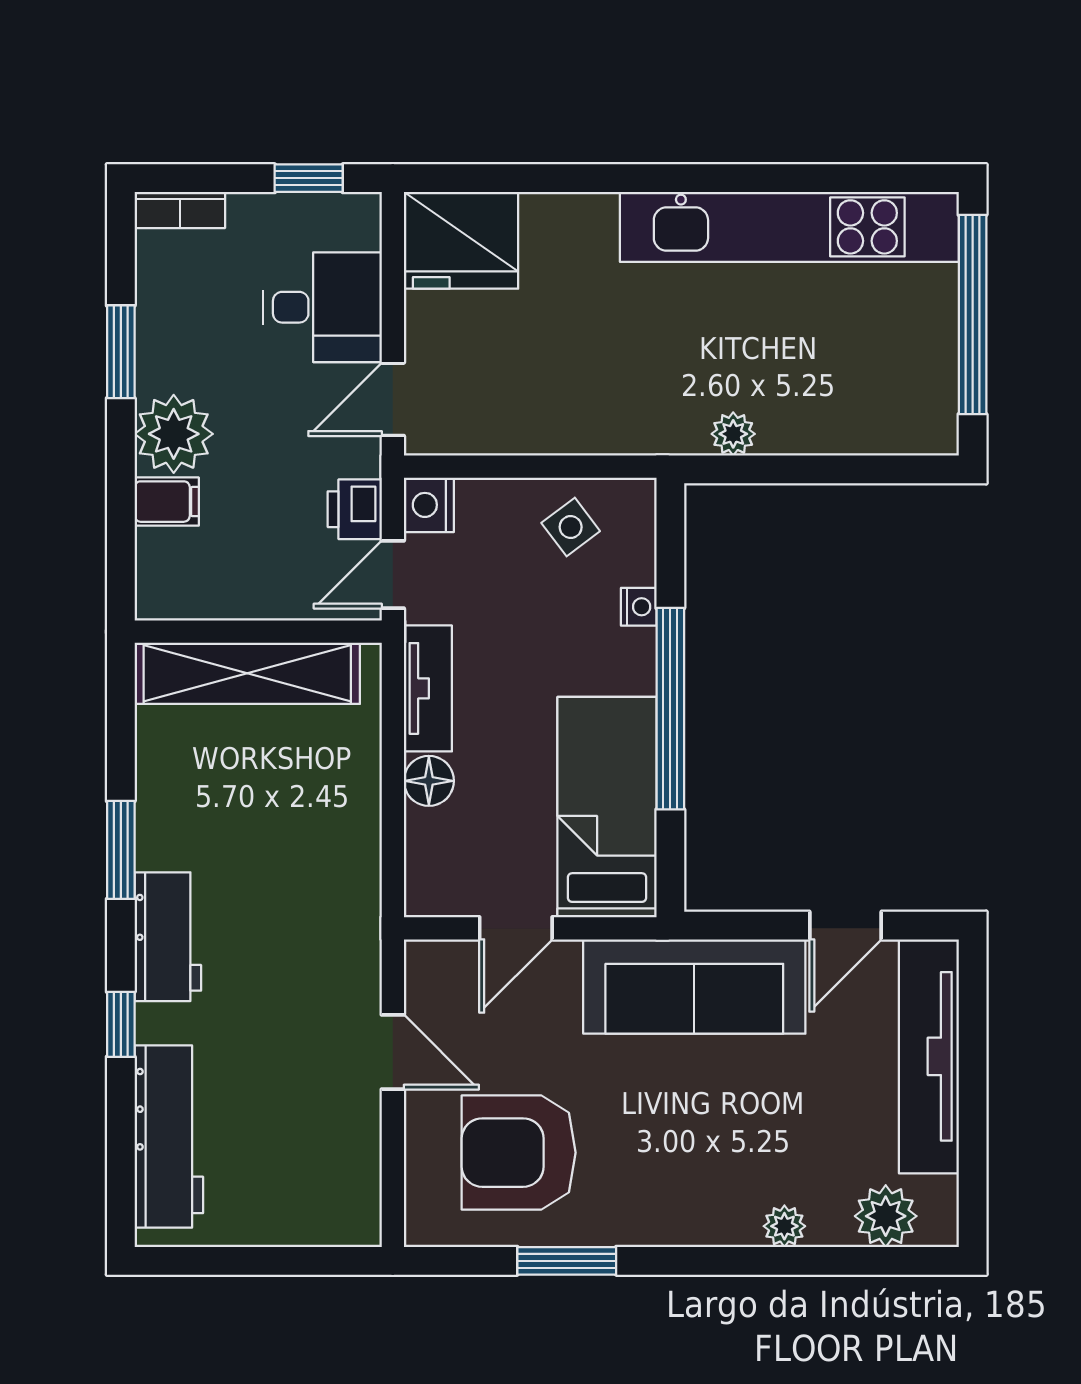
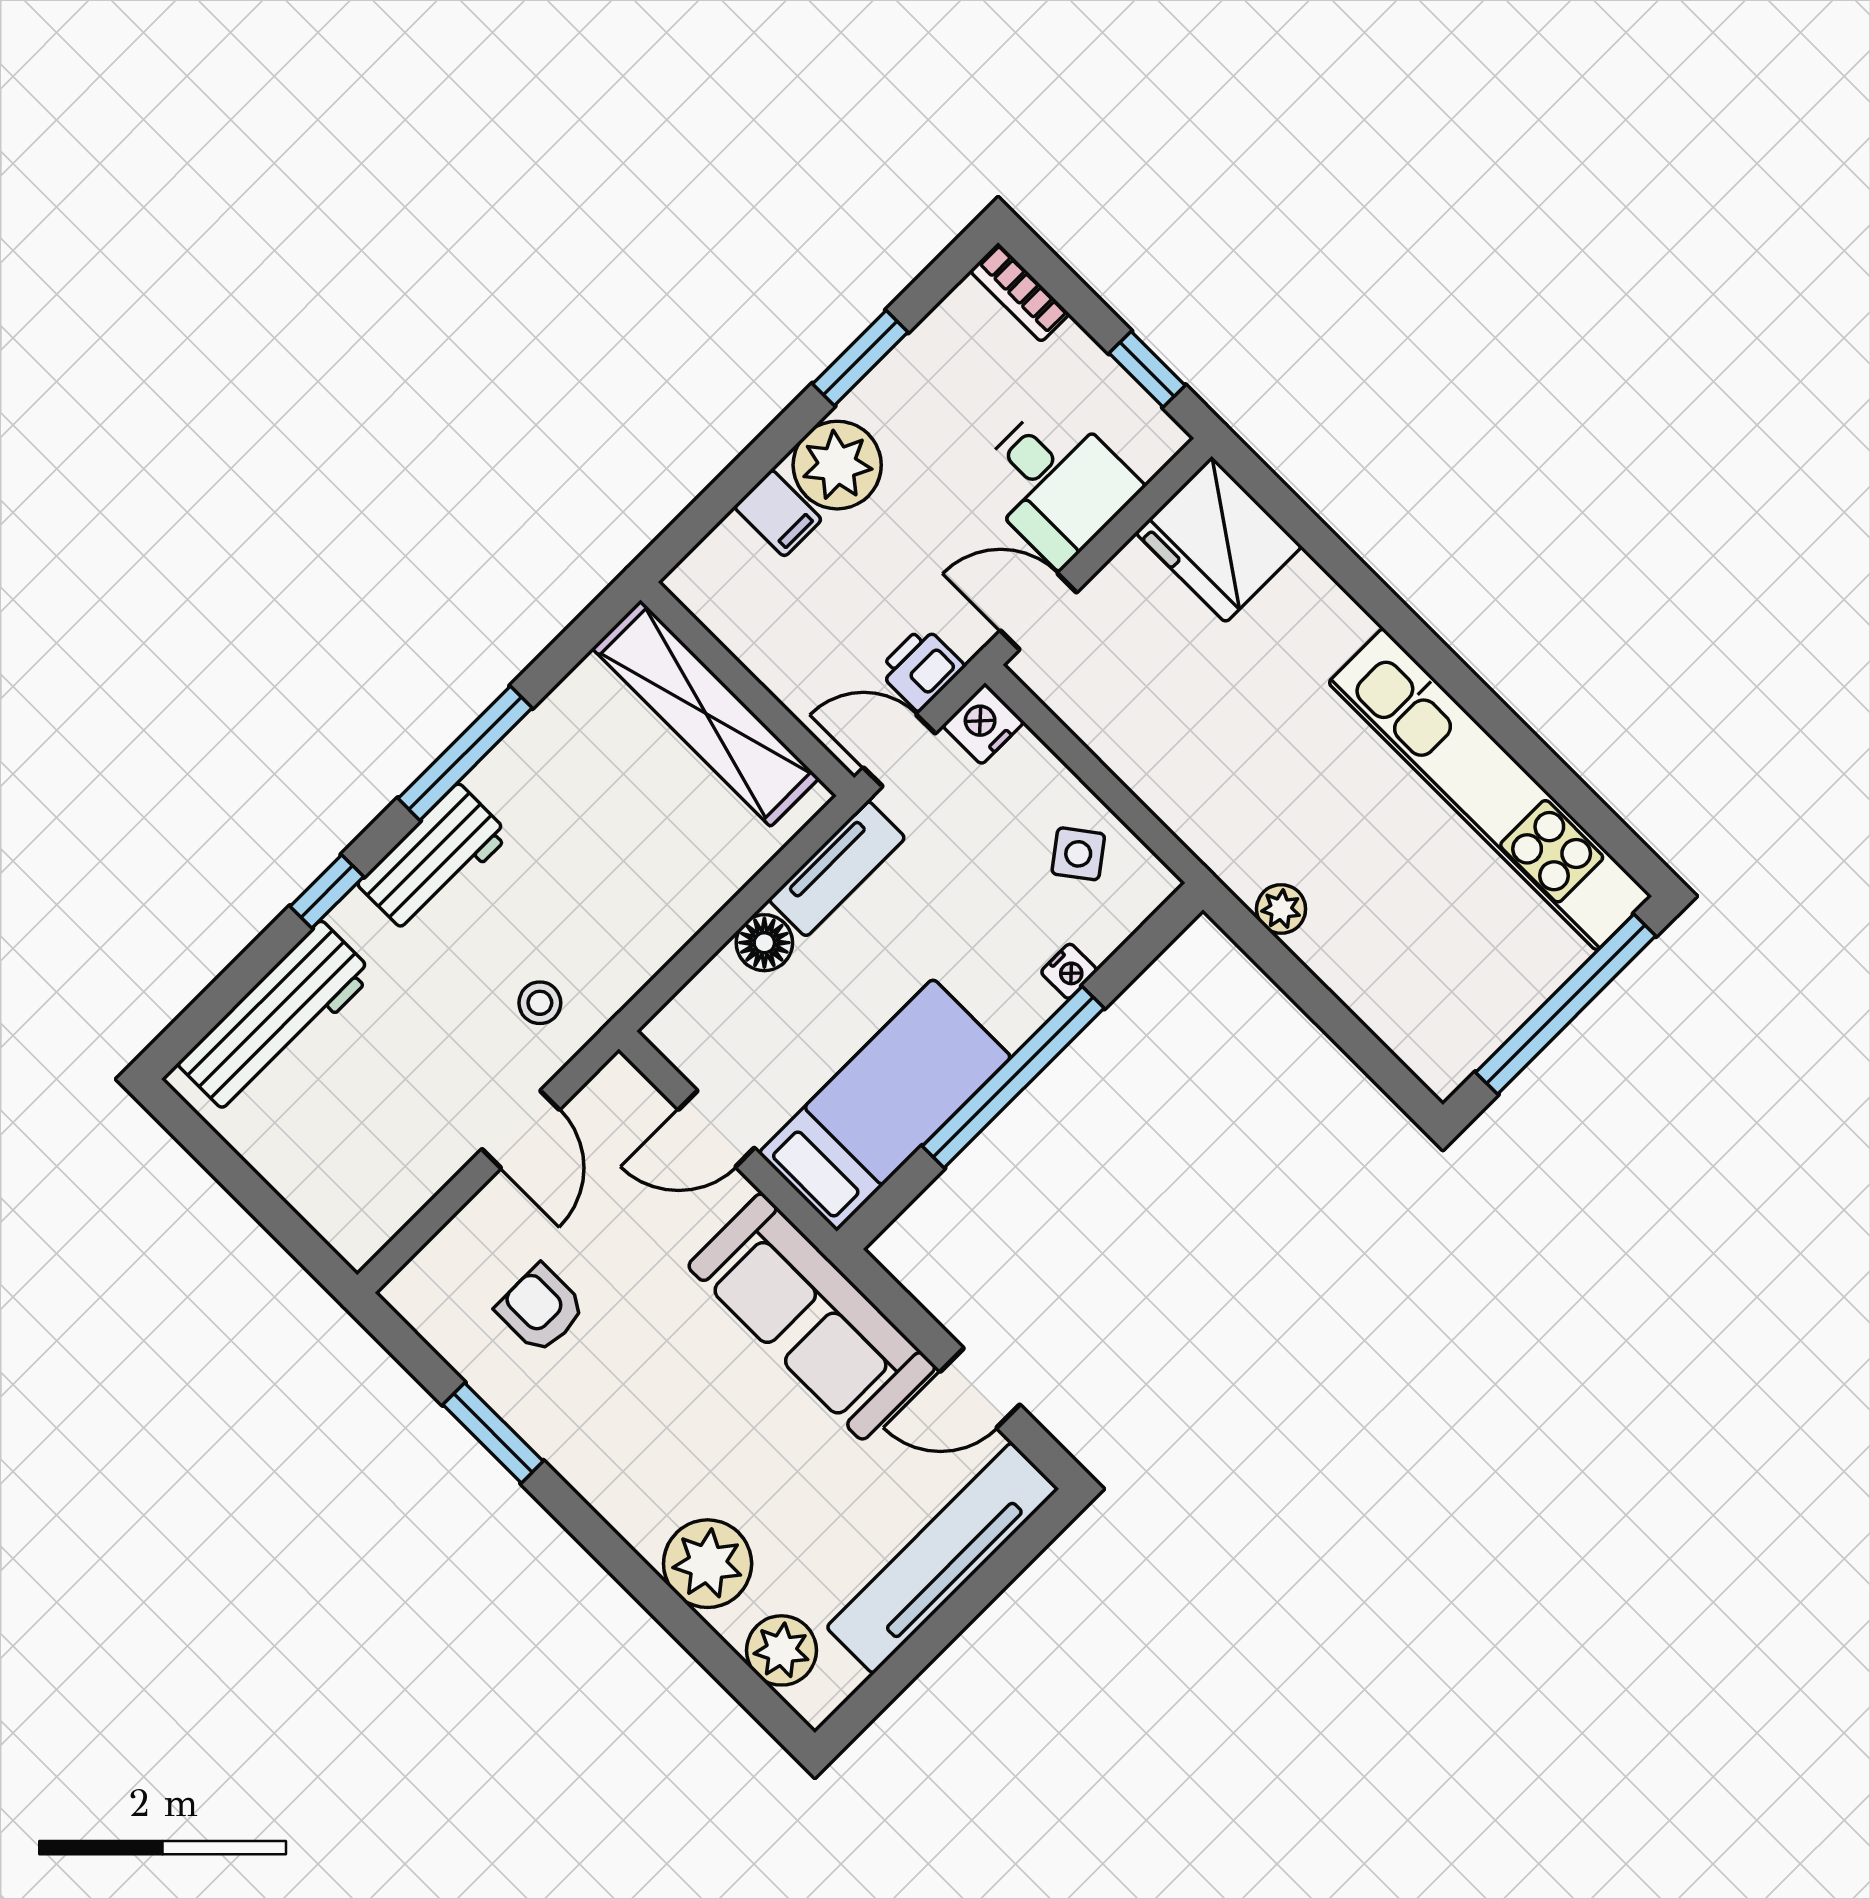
window: (121, 850) -> (465, 753), width x1.44
stool: (325, 960) -> (540, 1003), added
armchair: (519, 1153) -> (541, 1309), width x0.53, depth x0.53
plant: (784, 1226) -> (708, 1564), width x1.88, depth x1.88

